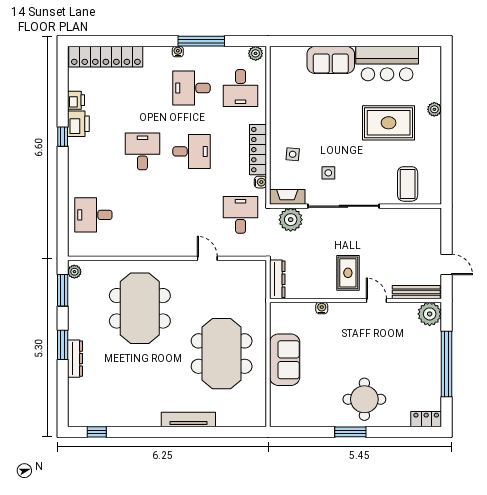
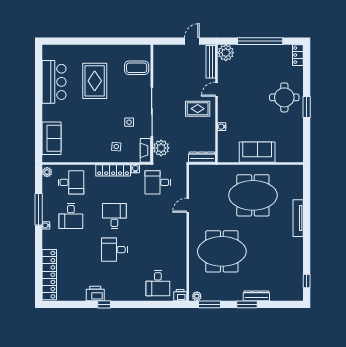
sofa: (331, 60) -> (52, 138), moved
printer: (76, 100) -> (180, 295), moved
plant: (434, 109) -> (85, 49), removed

